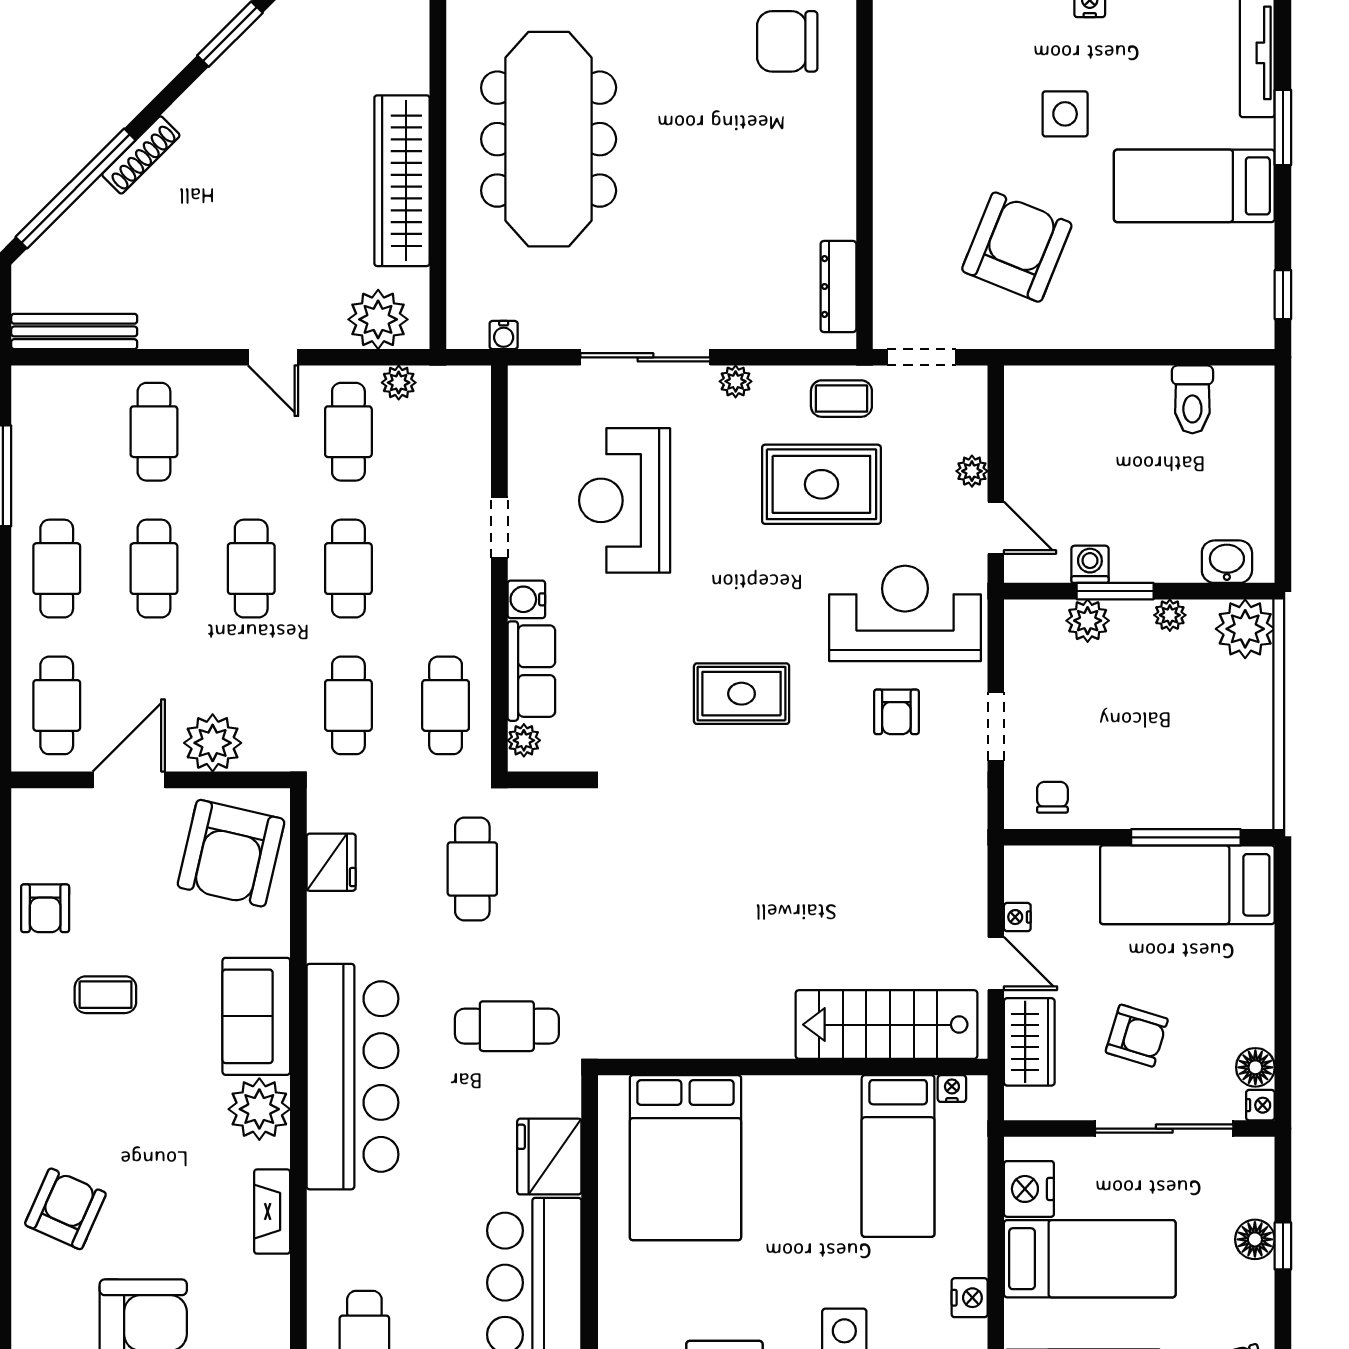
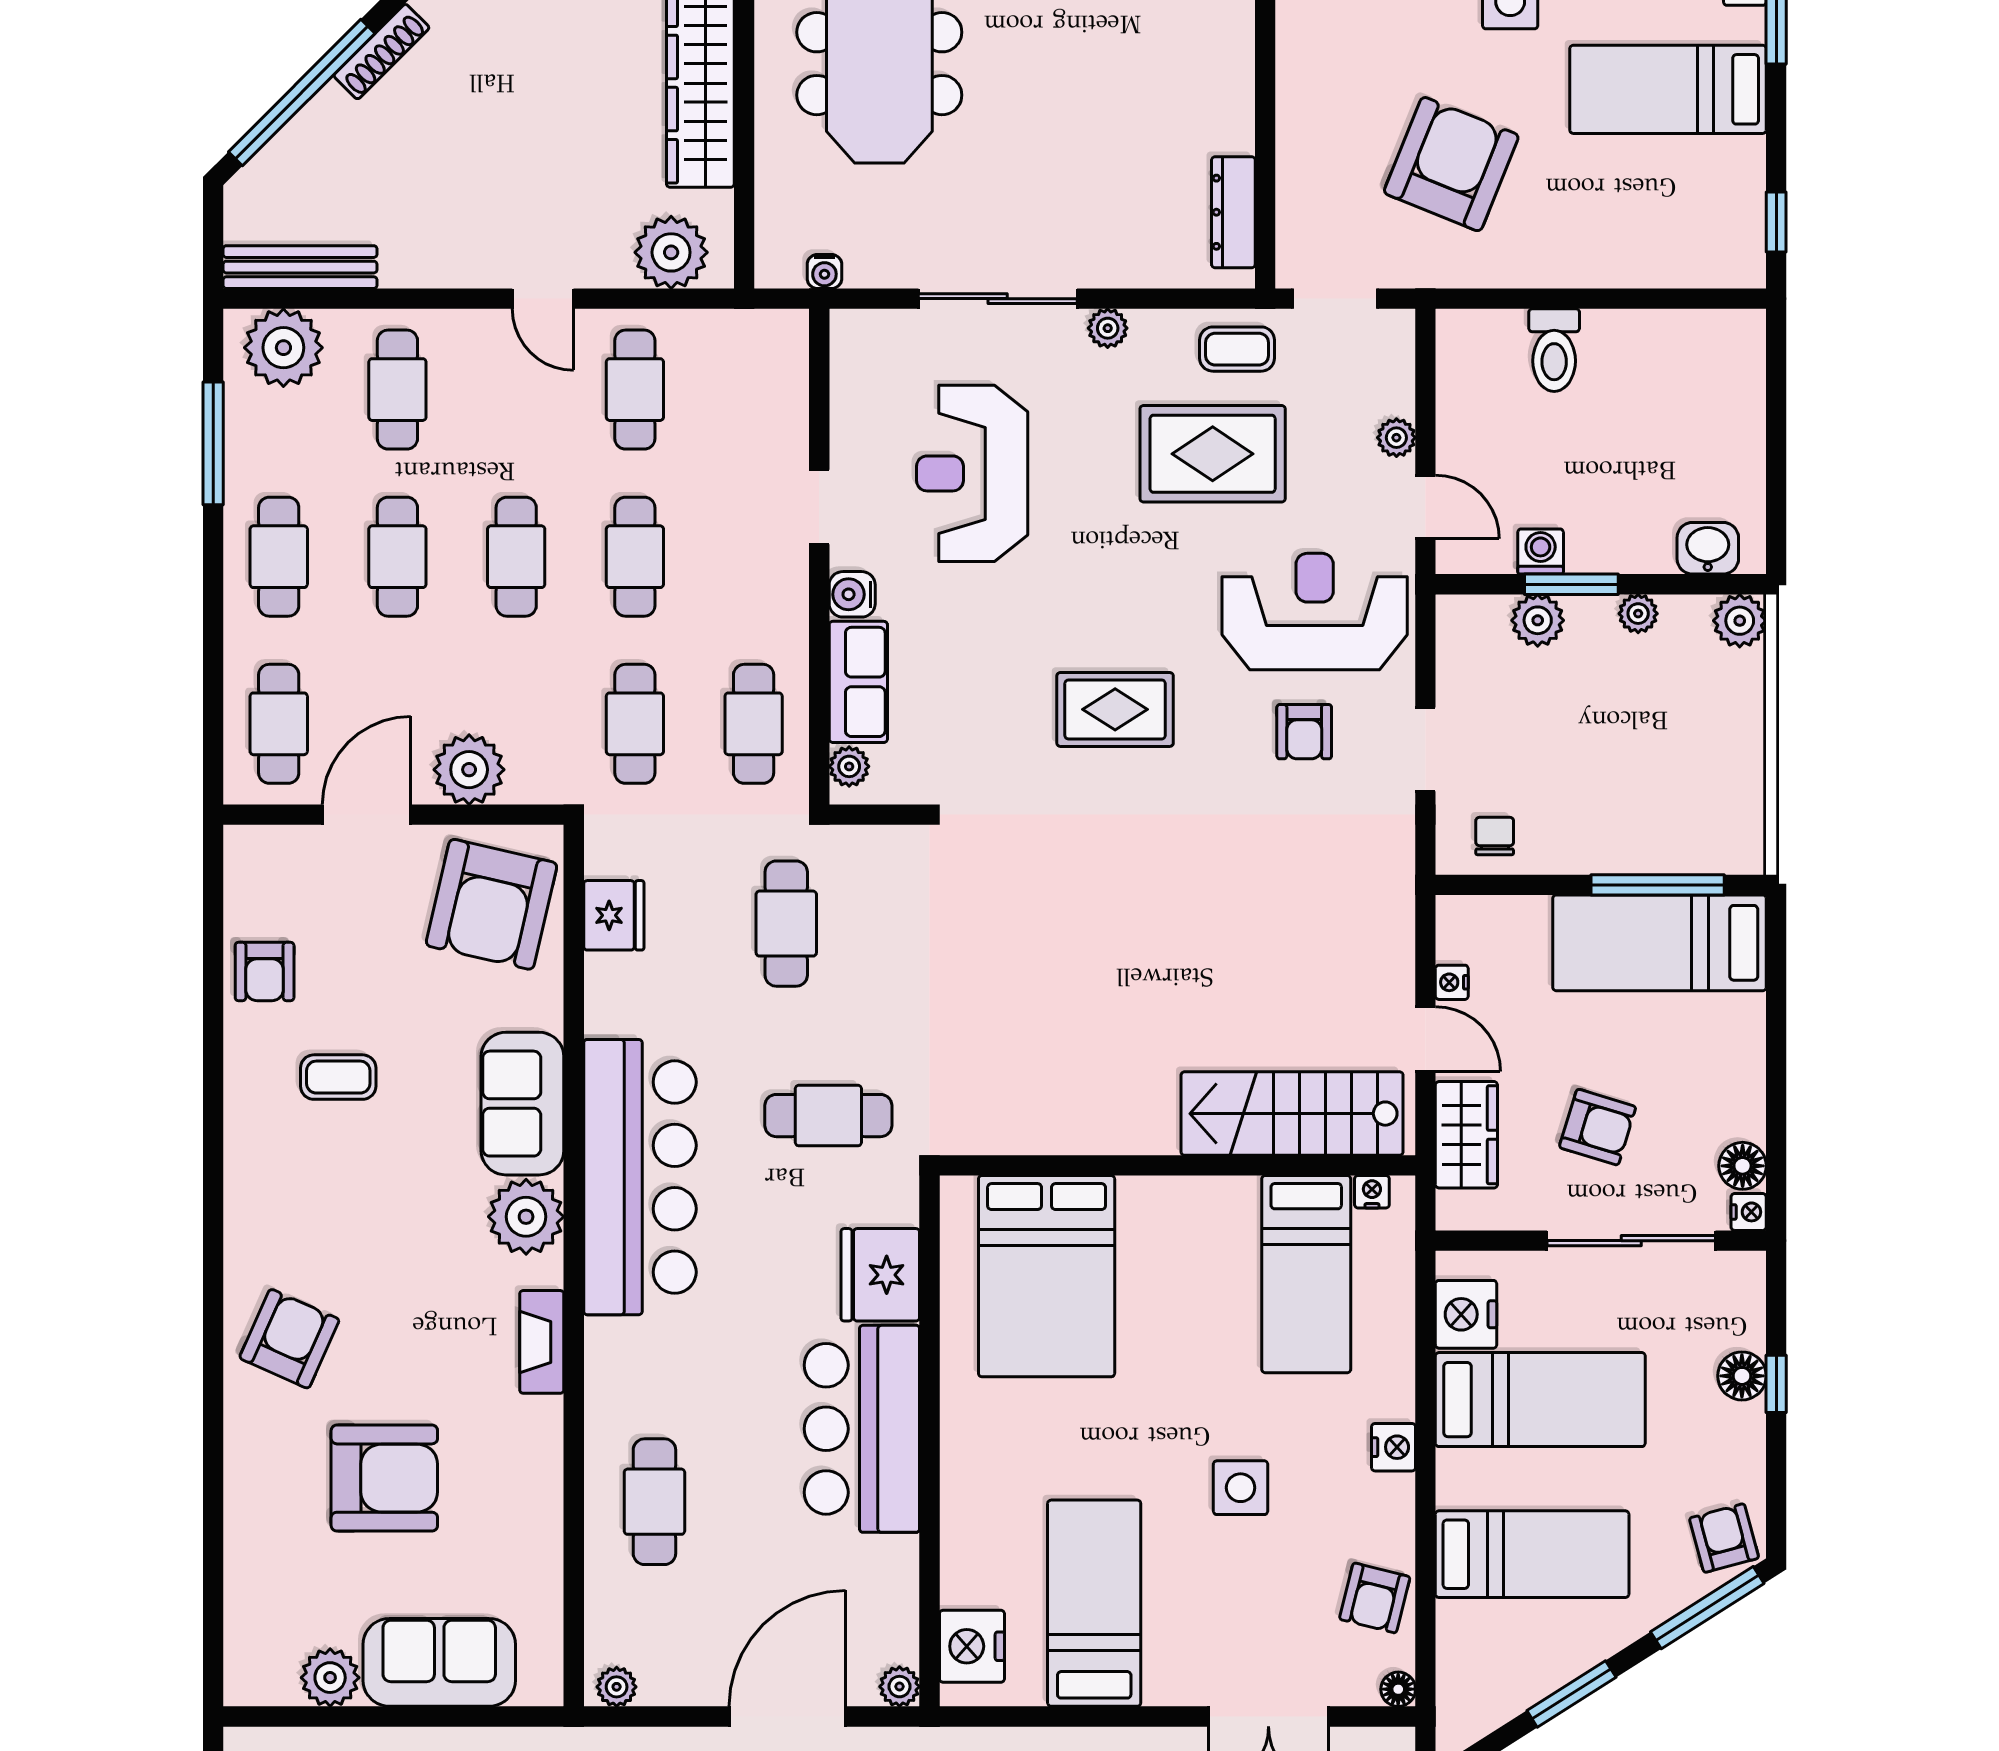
plant: (399, 383) -> (283, 348), moved, width x1.88, depth x1.88
toilet: (1192, 399) -> (1554, 350), moved
plant: (1245, 629) -> (1740, 621), width x0.73, depth x0.73

